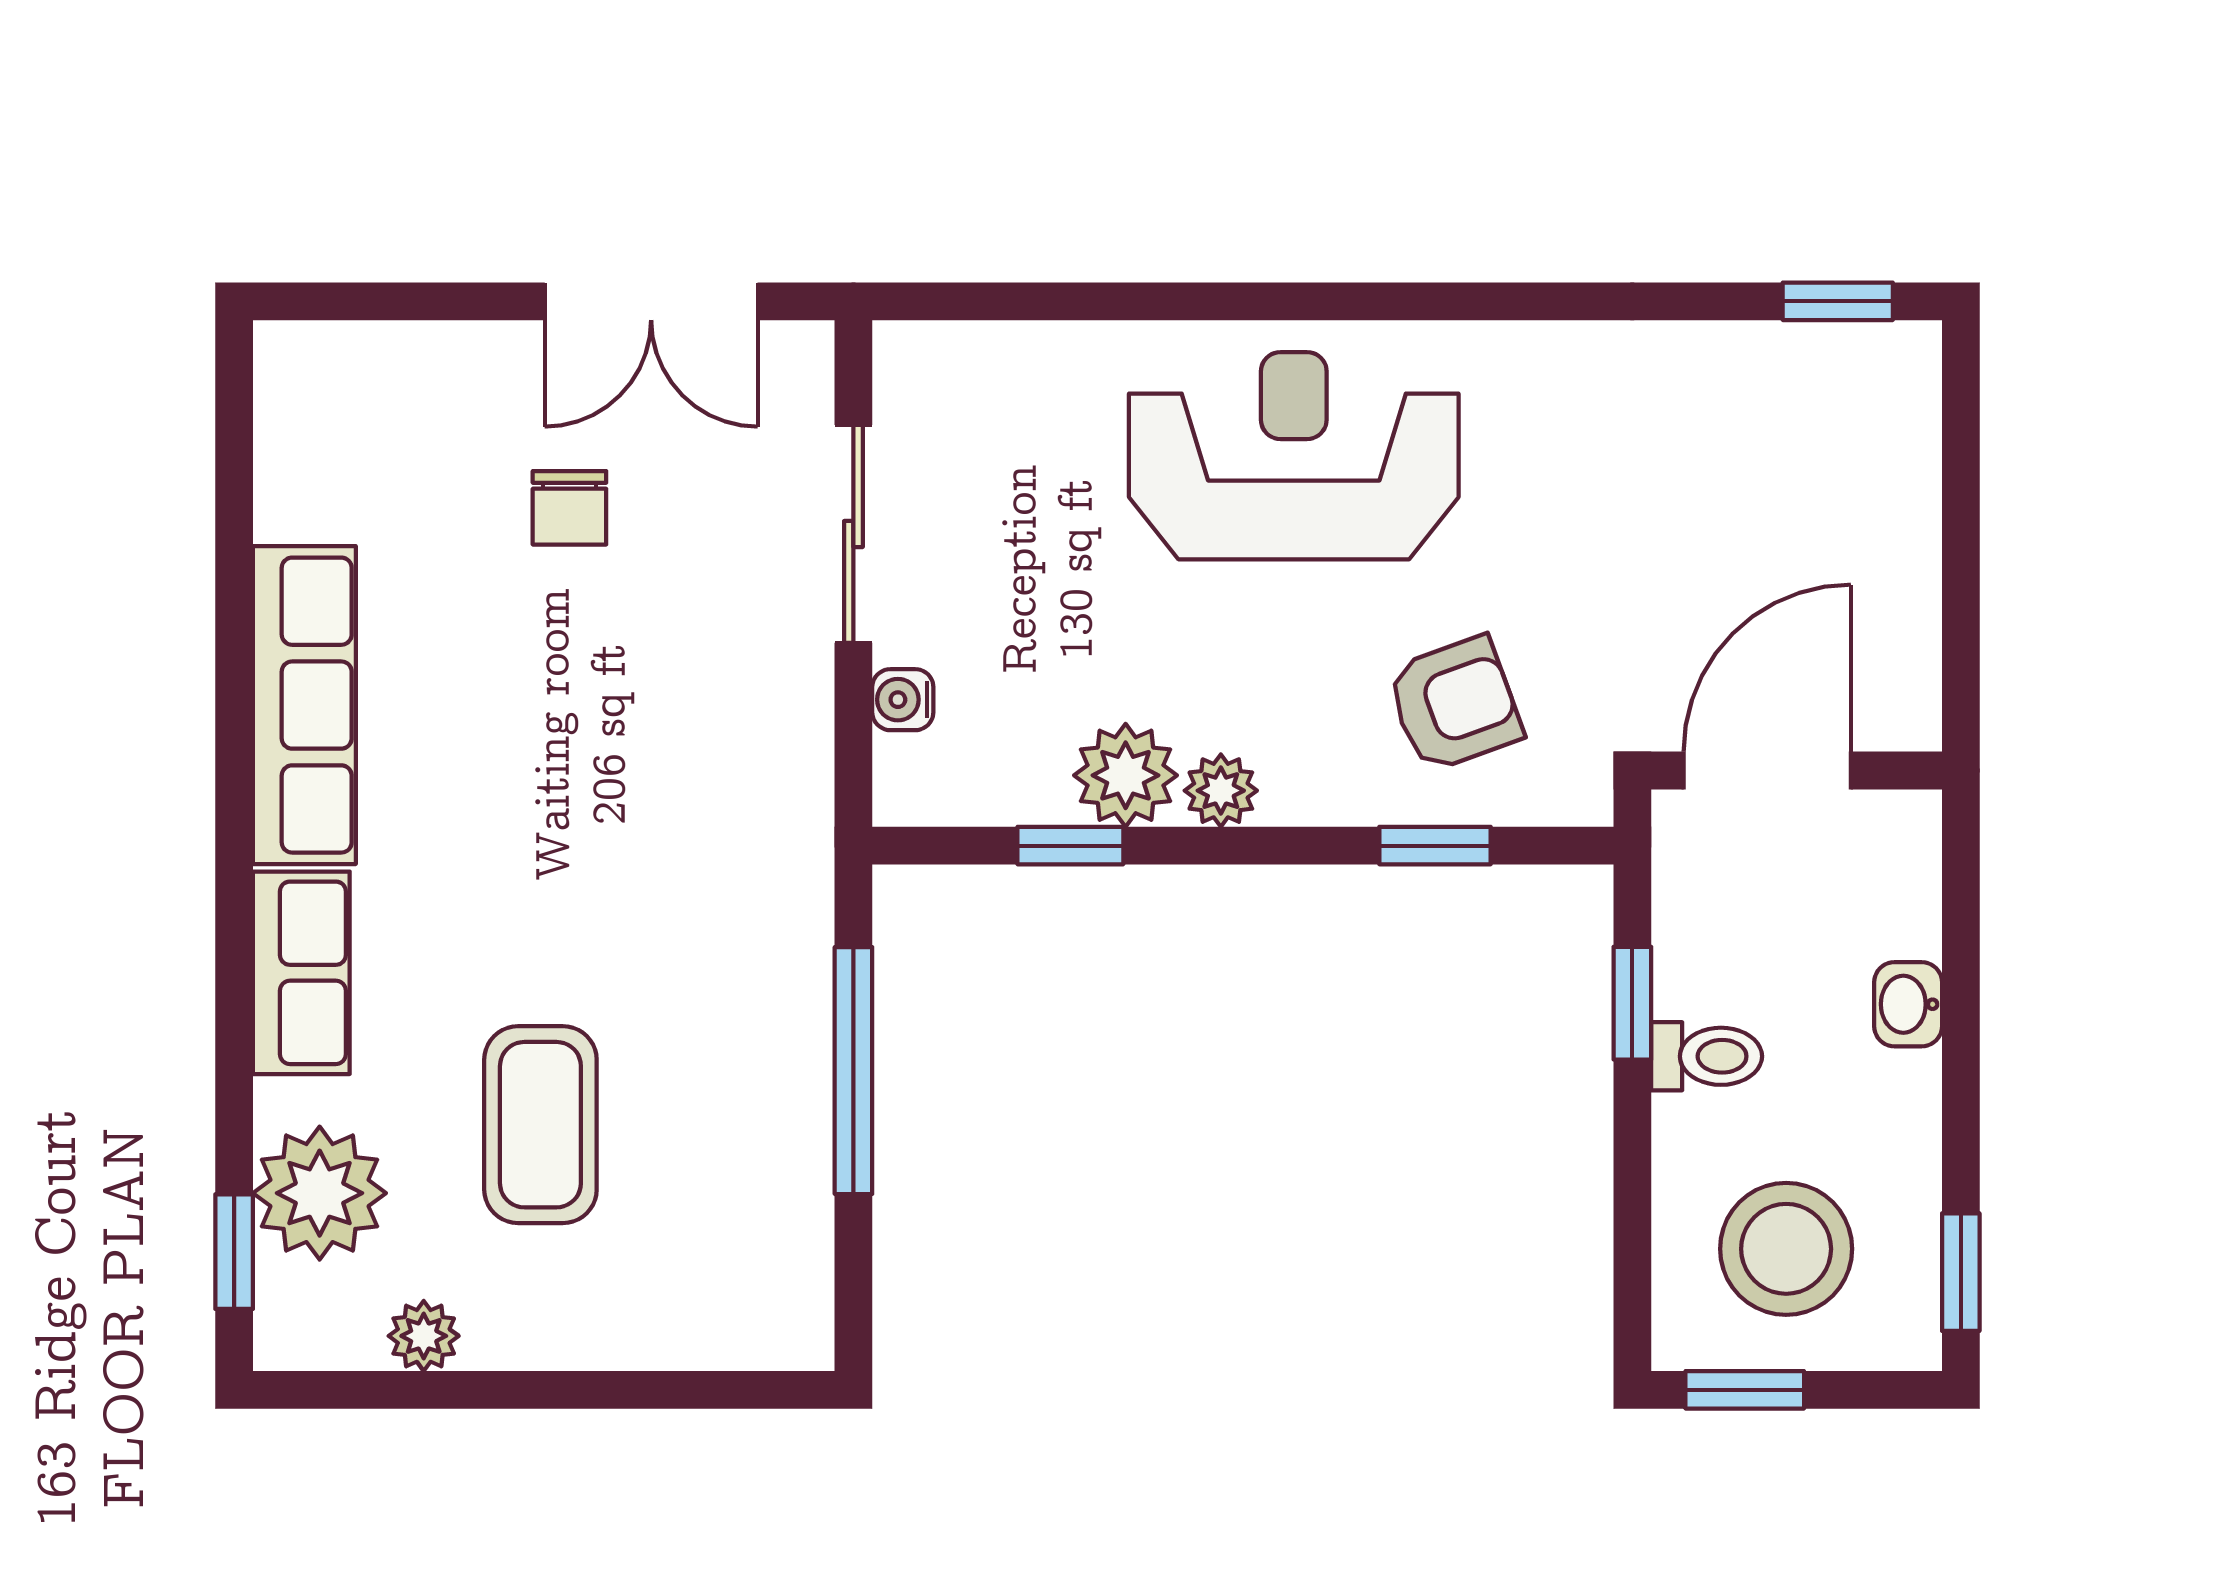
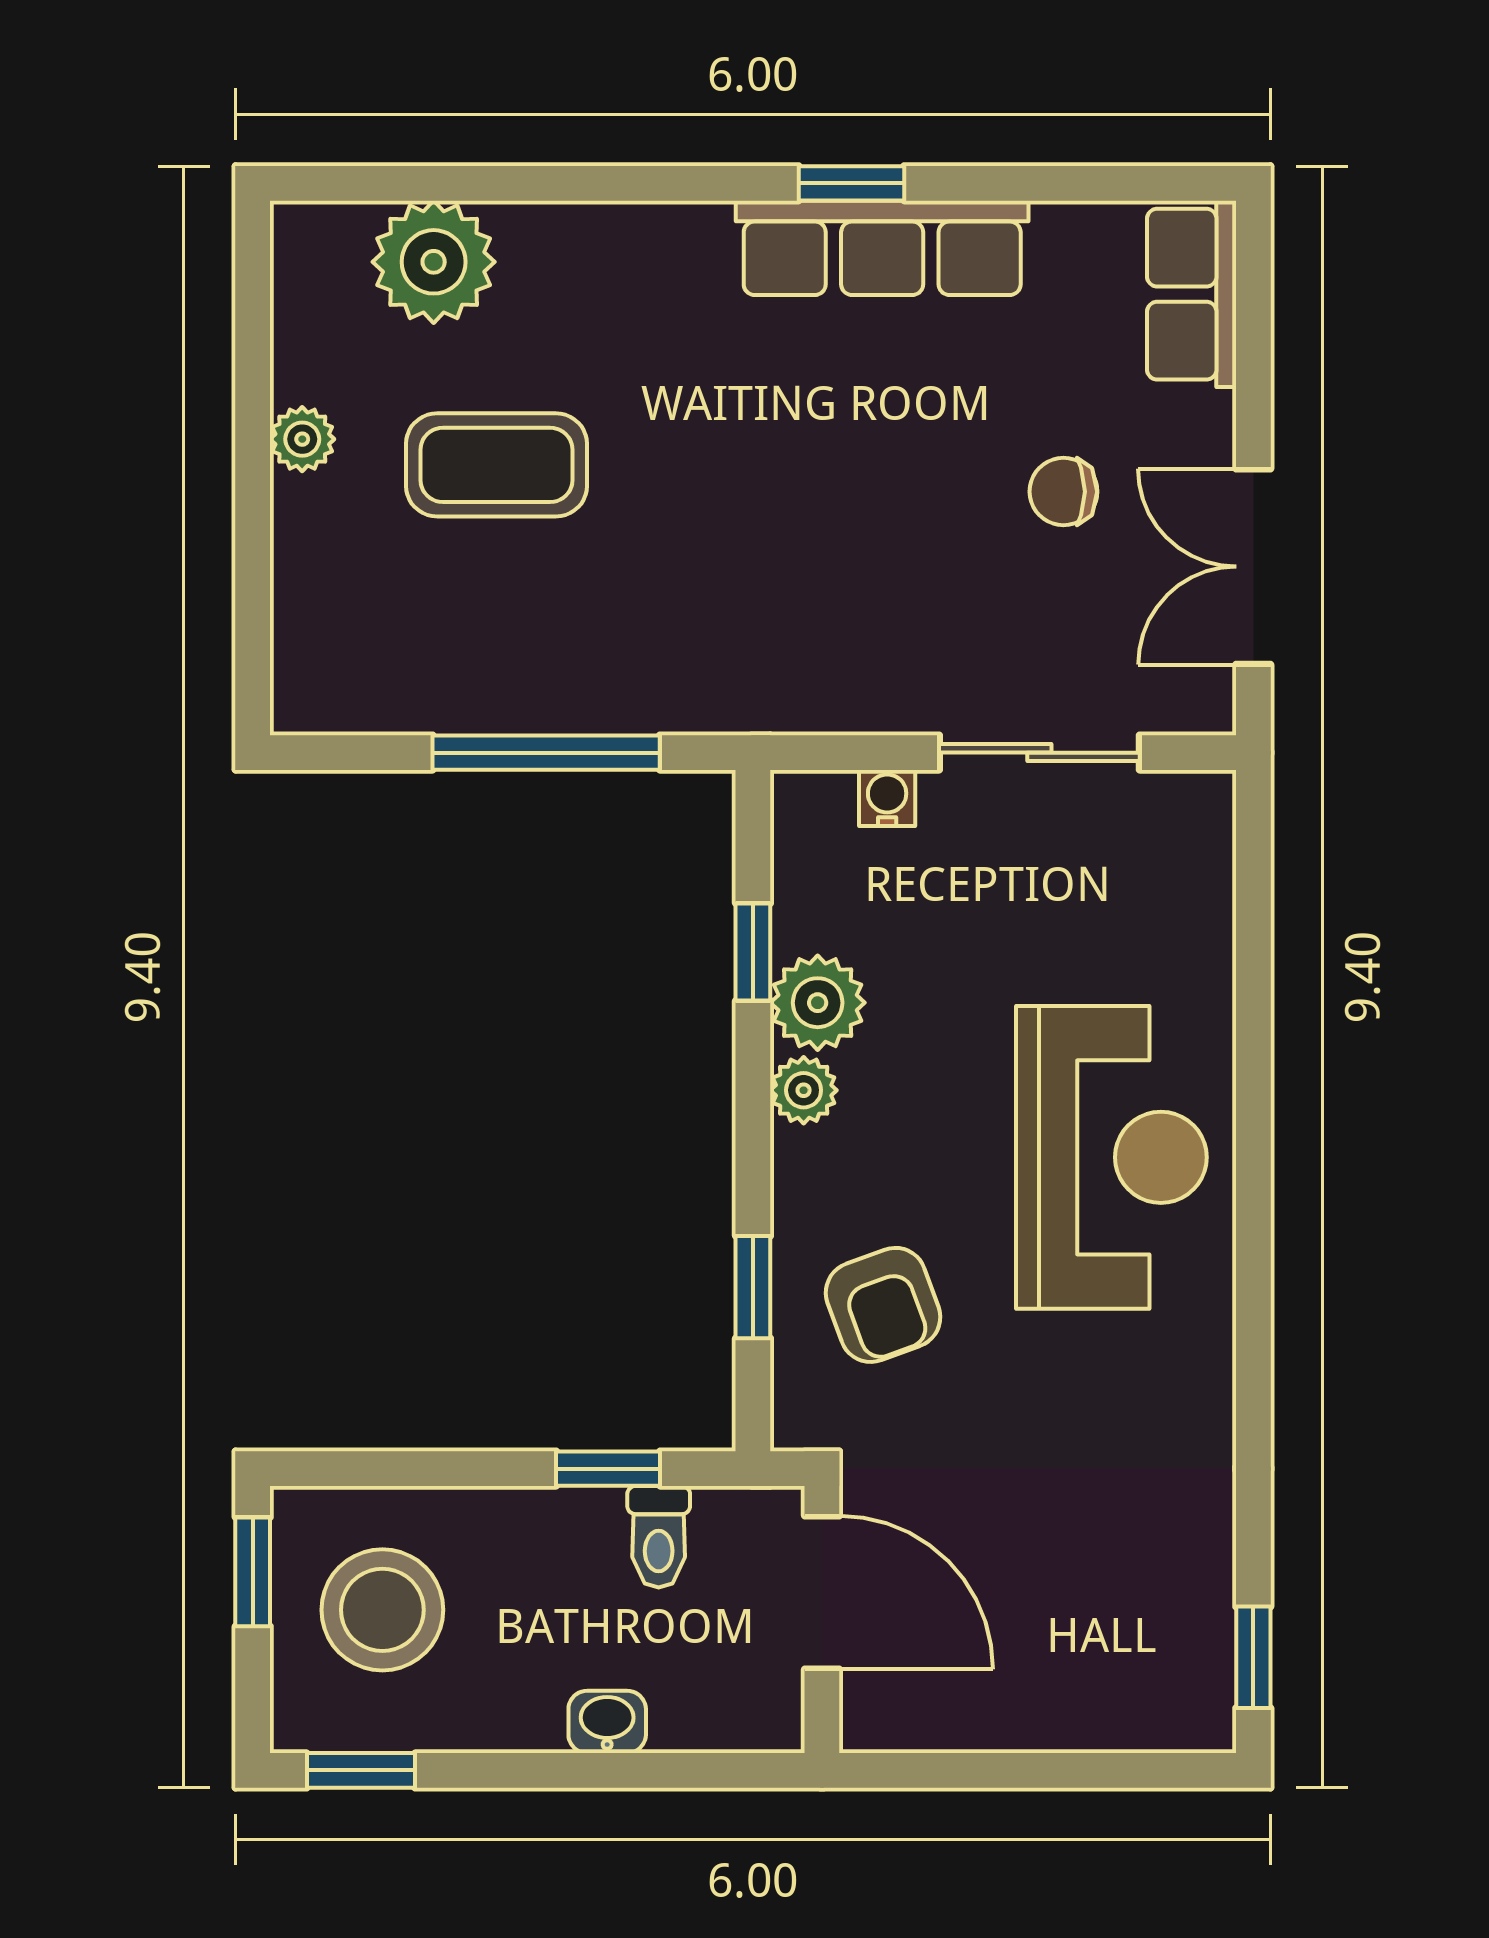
row of seats: (301, 973) -> (1192, 294), moved, turned 90
toilet: (1707, 1056) -> (659, 1537), moved
window: (234, 1252) -> (851, 183), moved
plant: (424, 1336) -> (302, 439), moved

